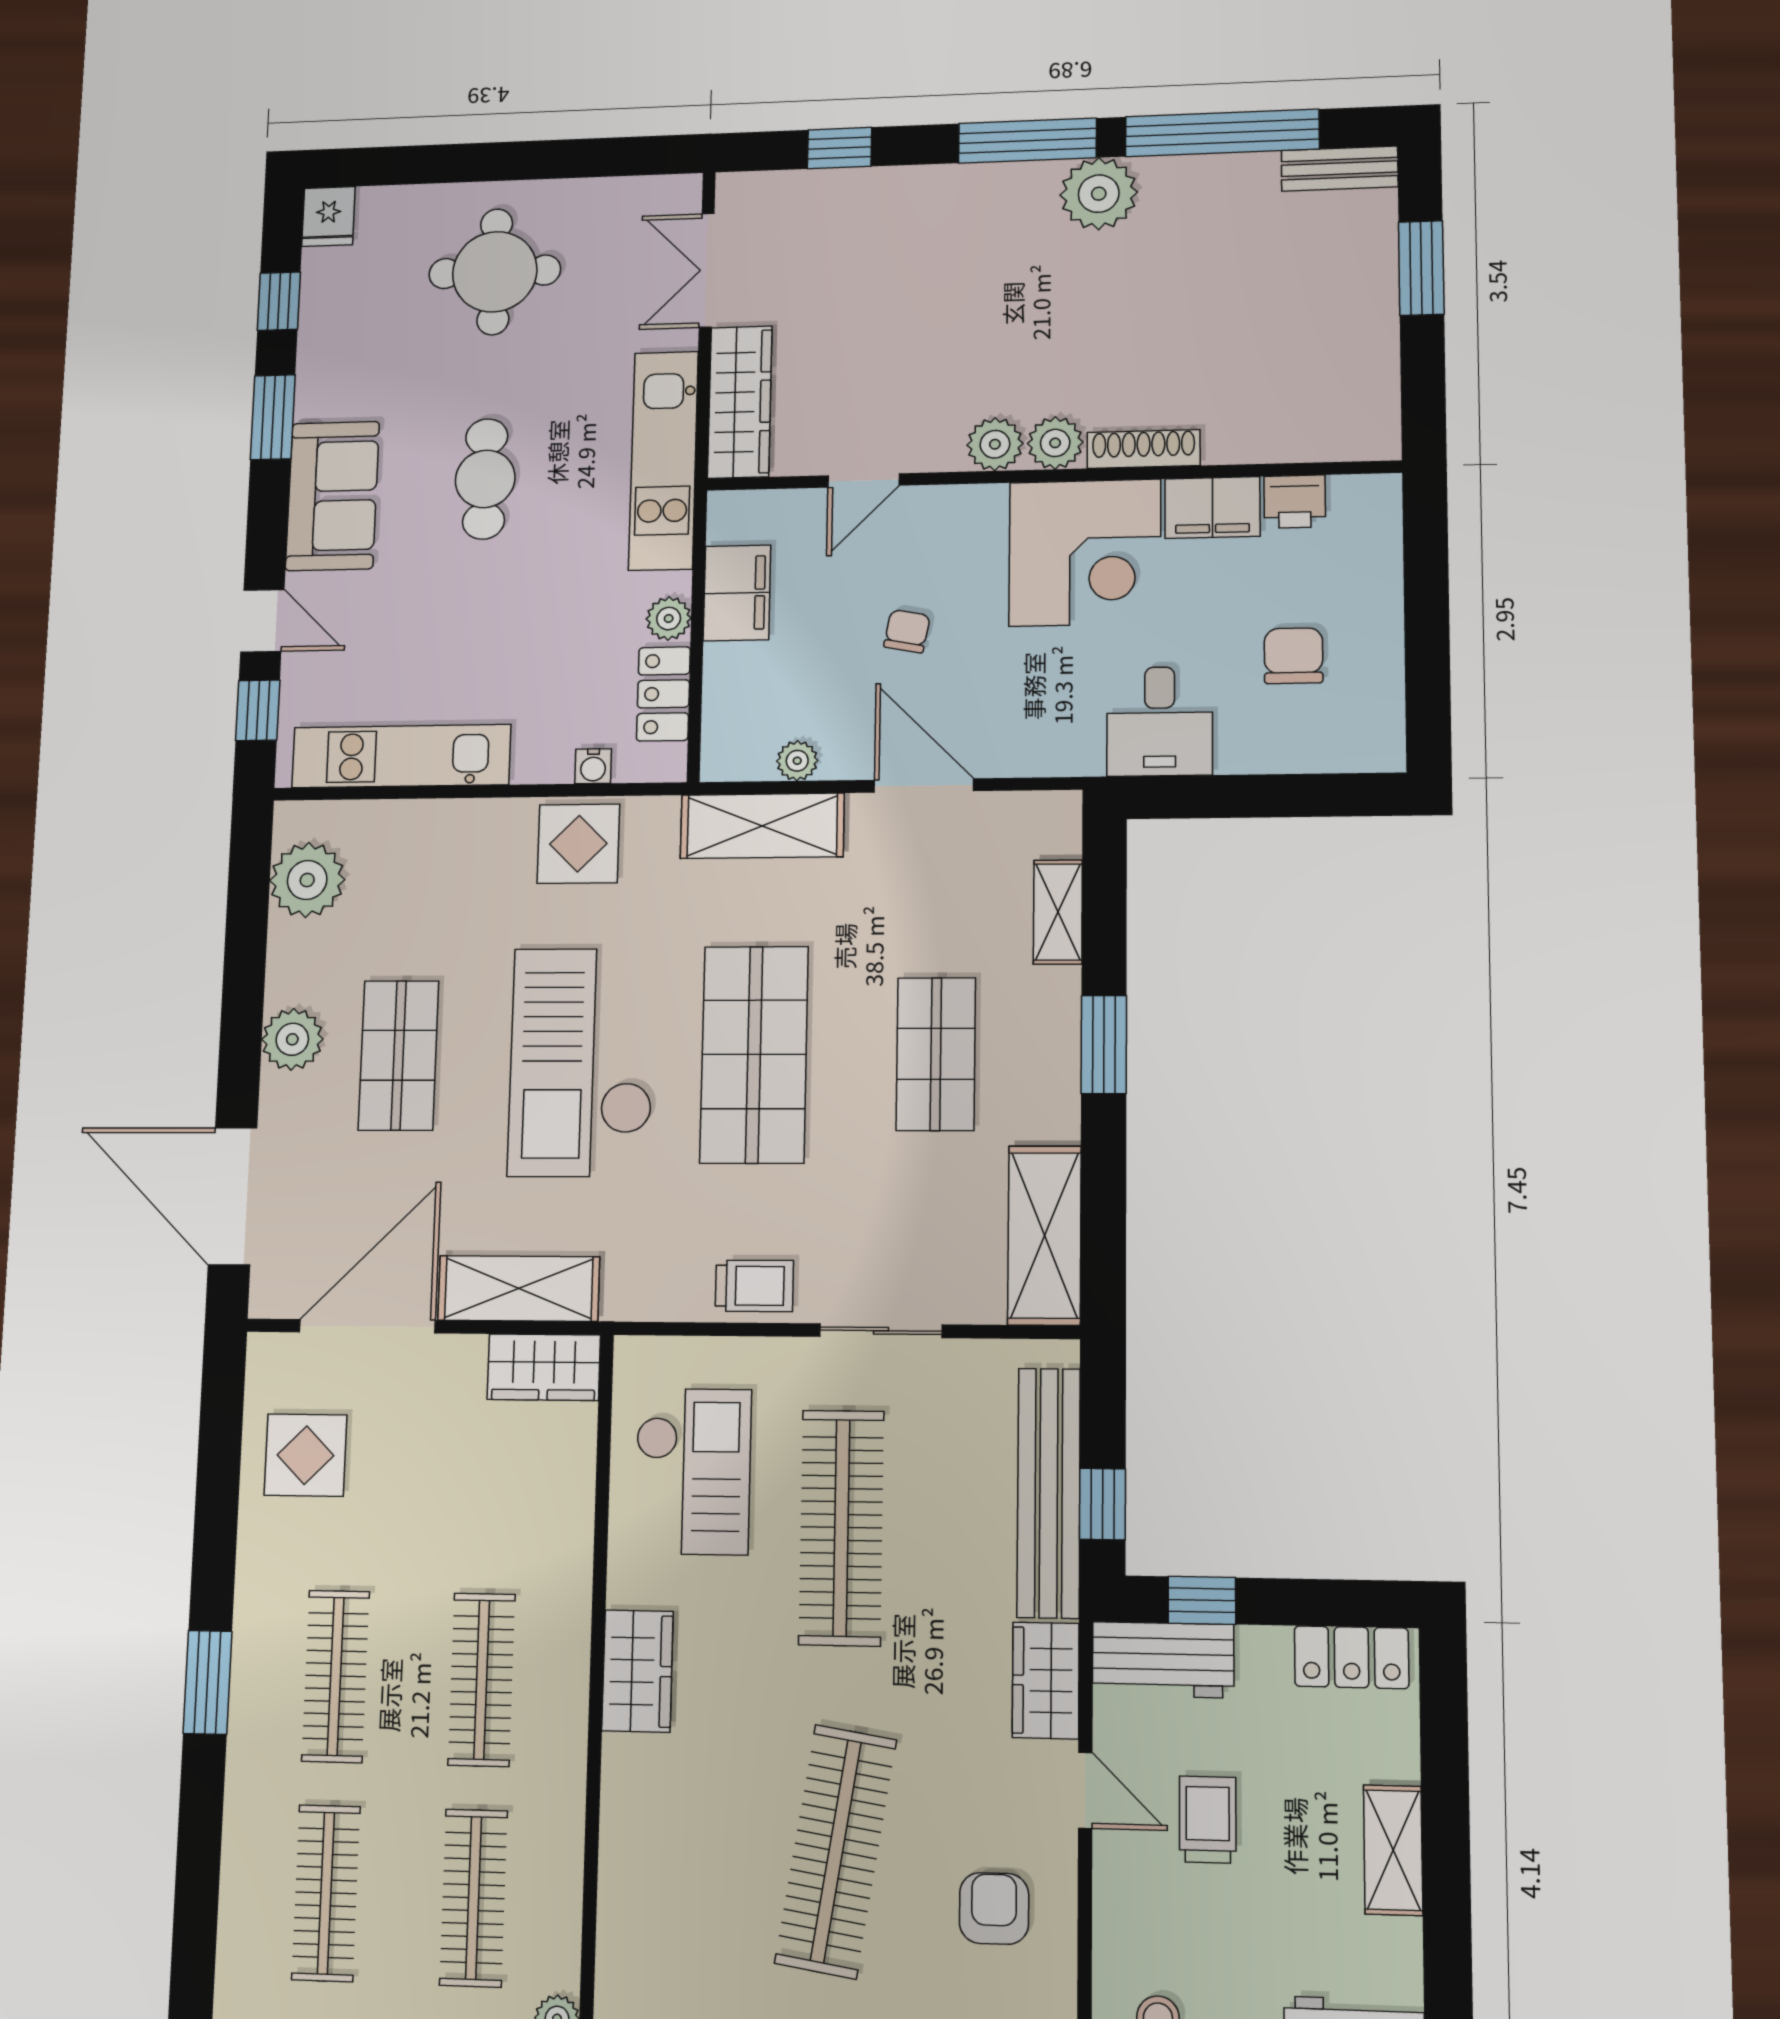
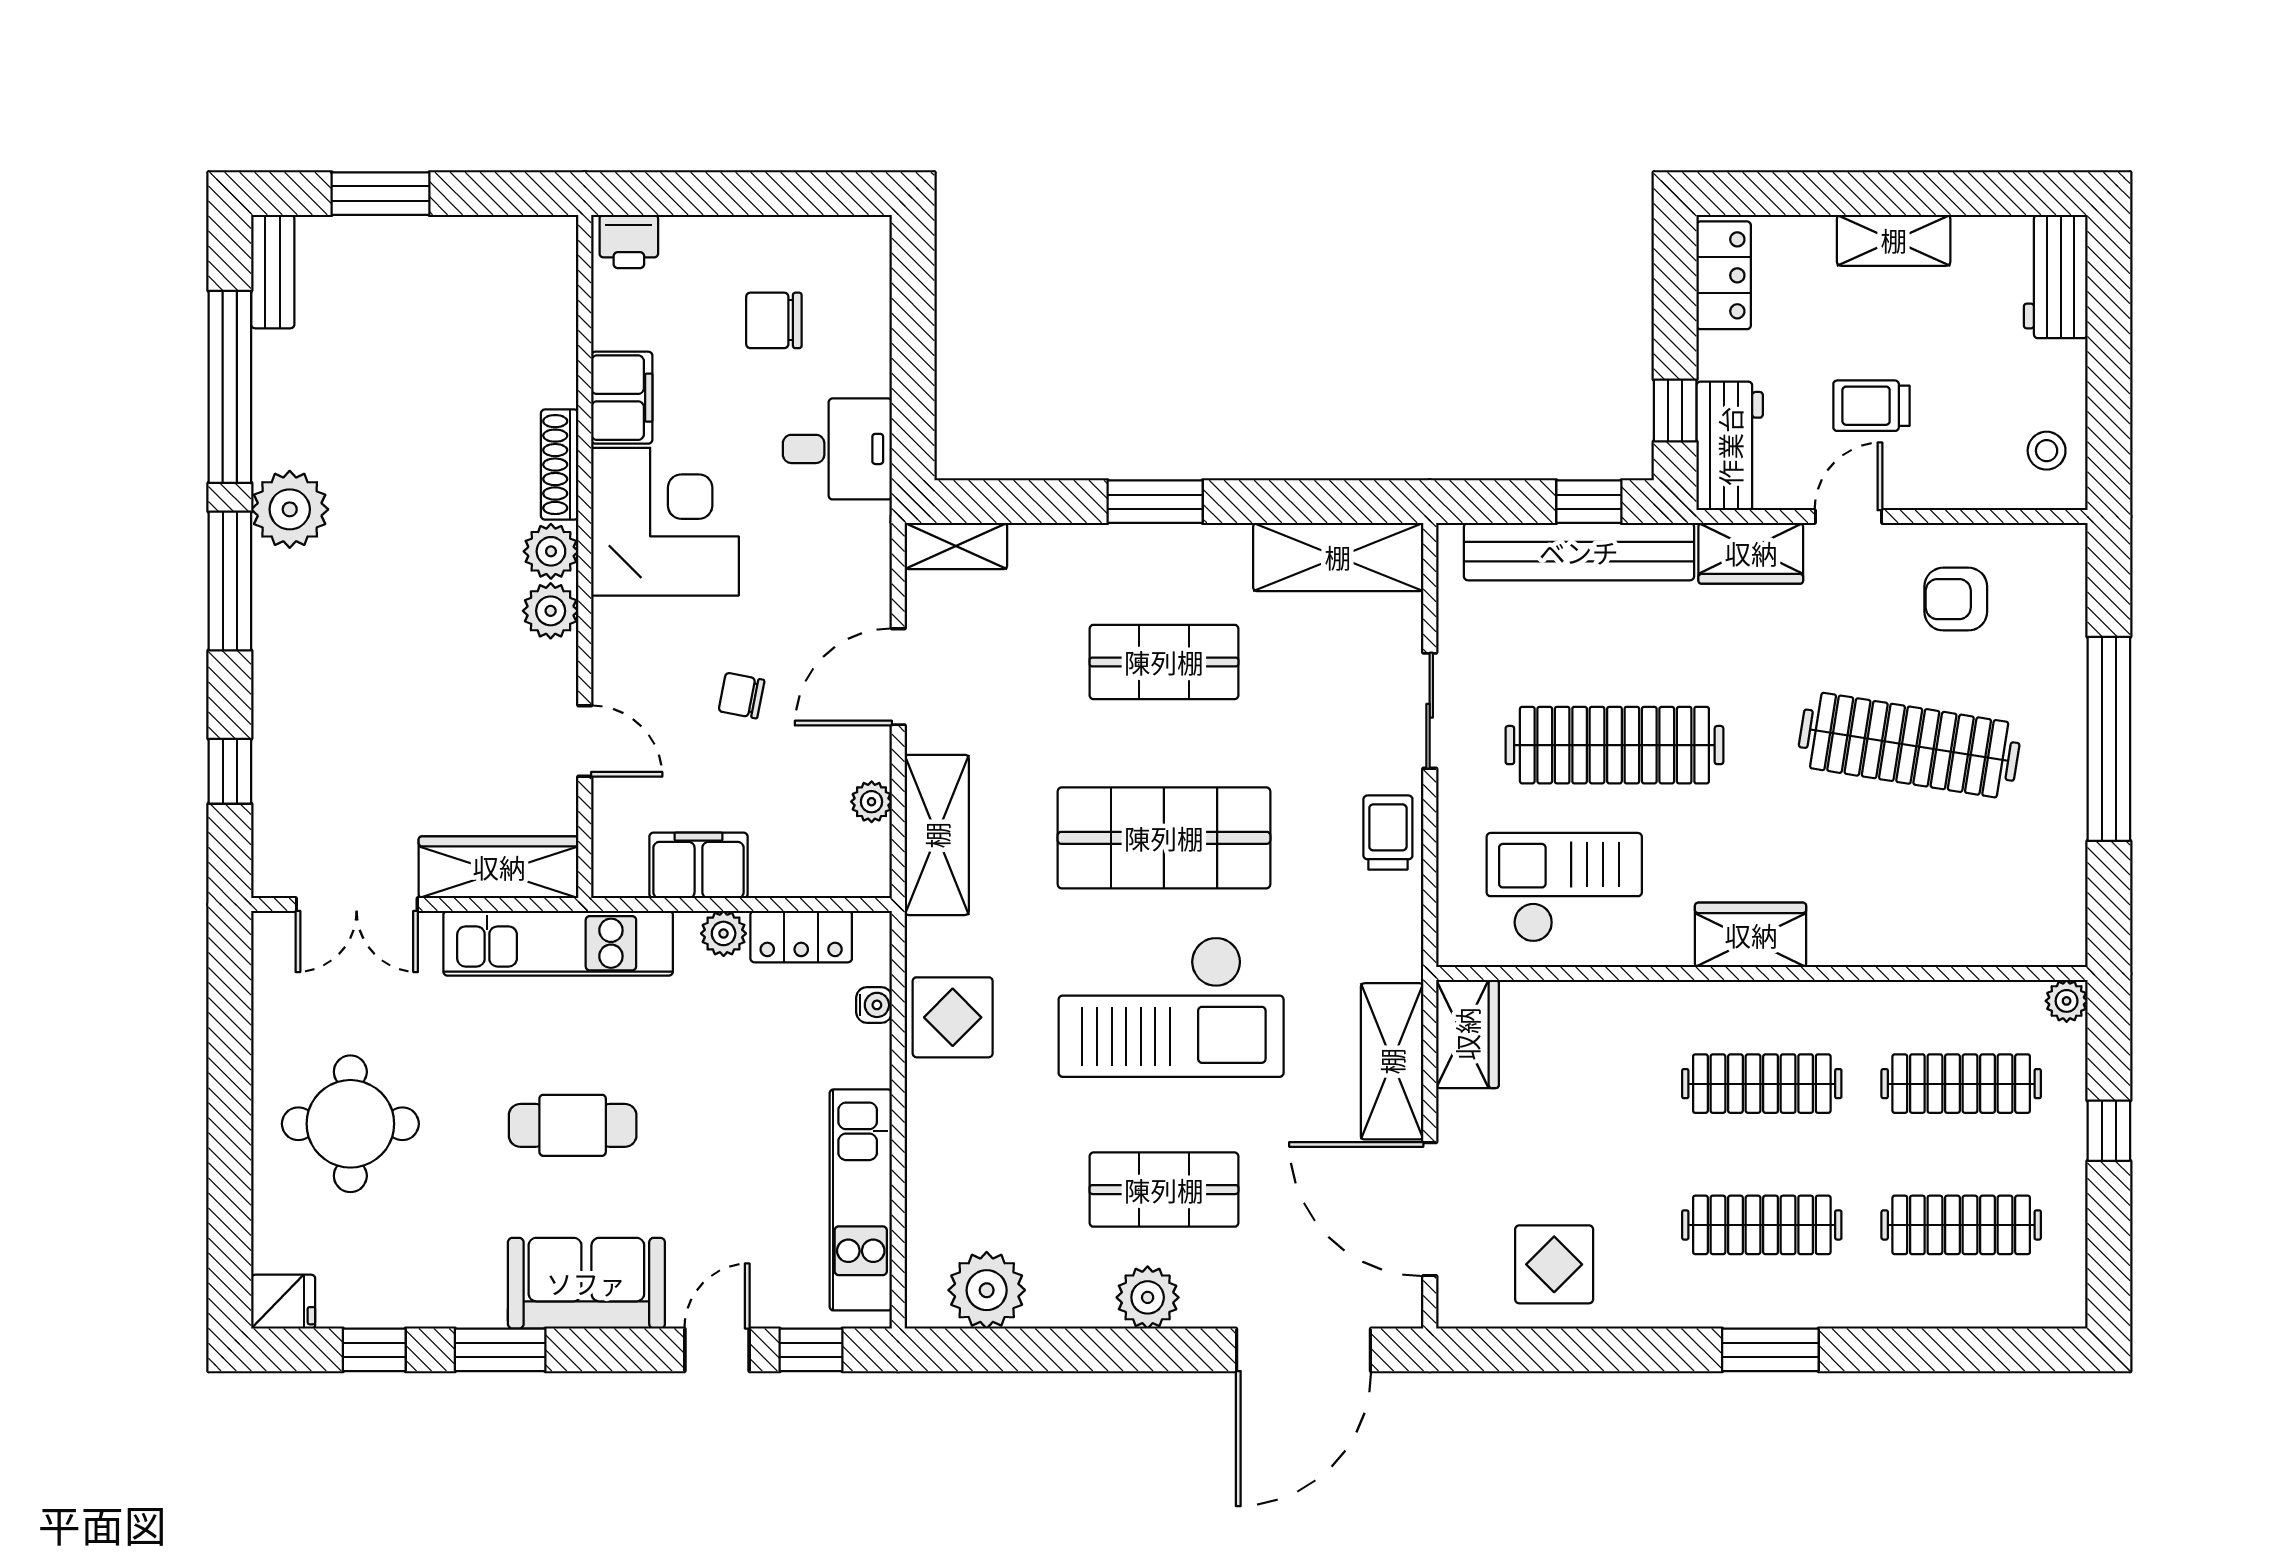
printer: (1295, 502) -> (629, 241), moved, turned 90
shelving: (1058, 912) -> (956, 546), moved

